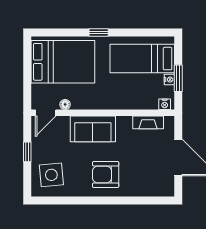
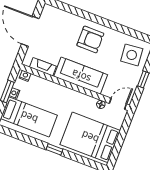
sofa: (93, 129) -> (81, 76), width x1.36

